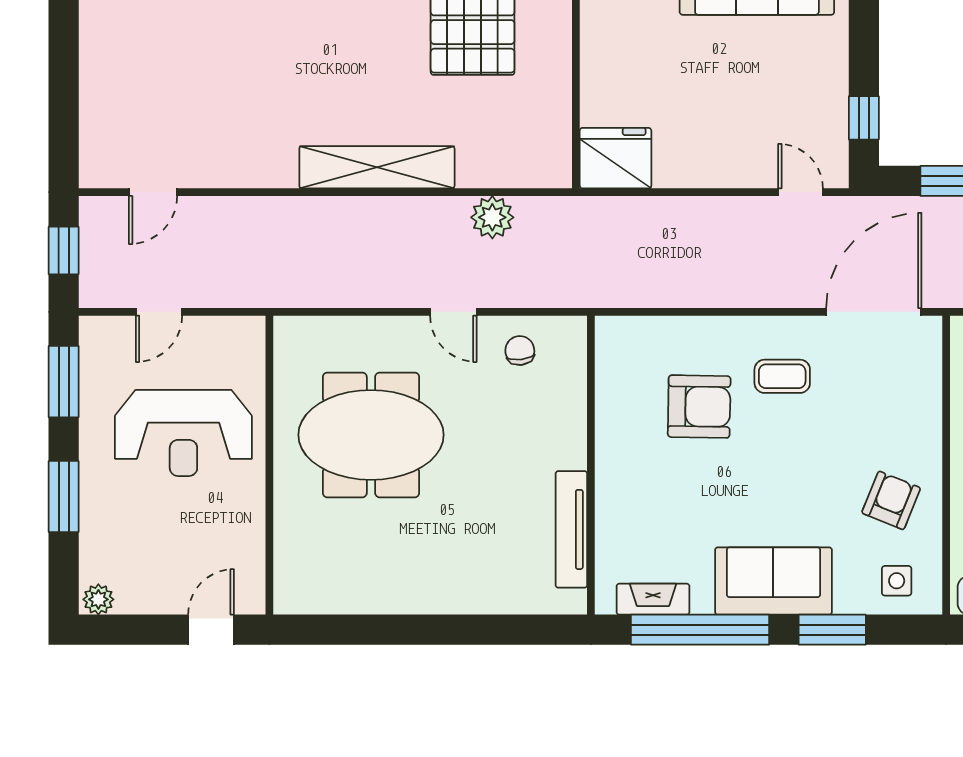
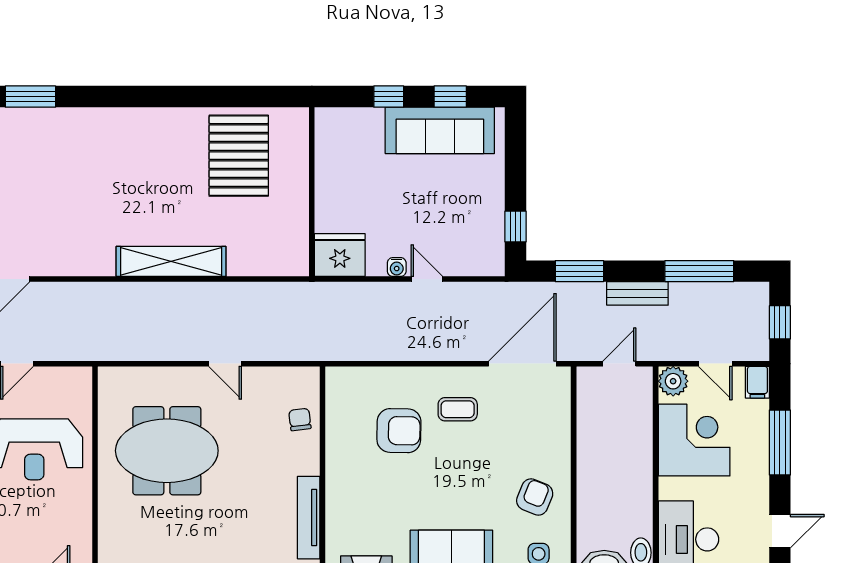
water cooler: (696, 175) -> (397, 267), added
door: (801, 192) -> (427, 279), moved
plant: (492, 217) -> (253, 297), removed
chair: (520, 351) -> (300, 420), moved

